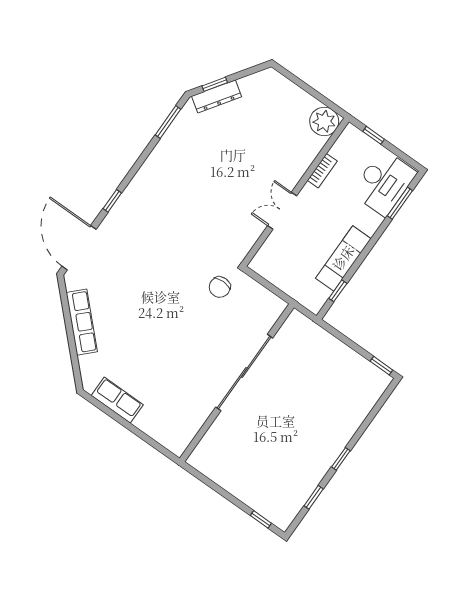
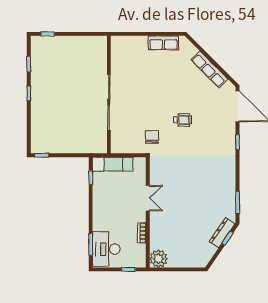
exam couch: (343, 258) -> (113, 164), moved, turned 90
wheelchair: (164, 281) -> (182, 120), added

